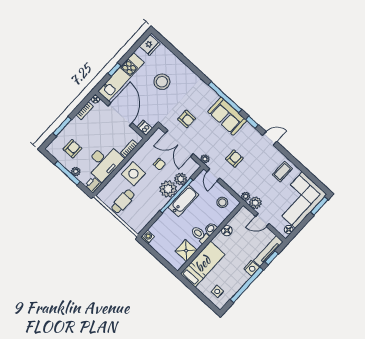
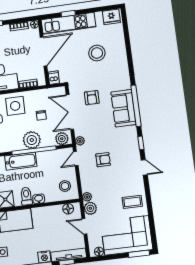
sofa: (227, 116) -> (123, 108), moved
plant: (181, 179) -> (62, 139), moved
bathtub: (183, 201) -> (21, 161), moved
floor lamp: (227, 231) -> (68, 209), moved

